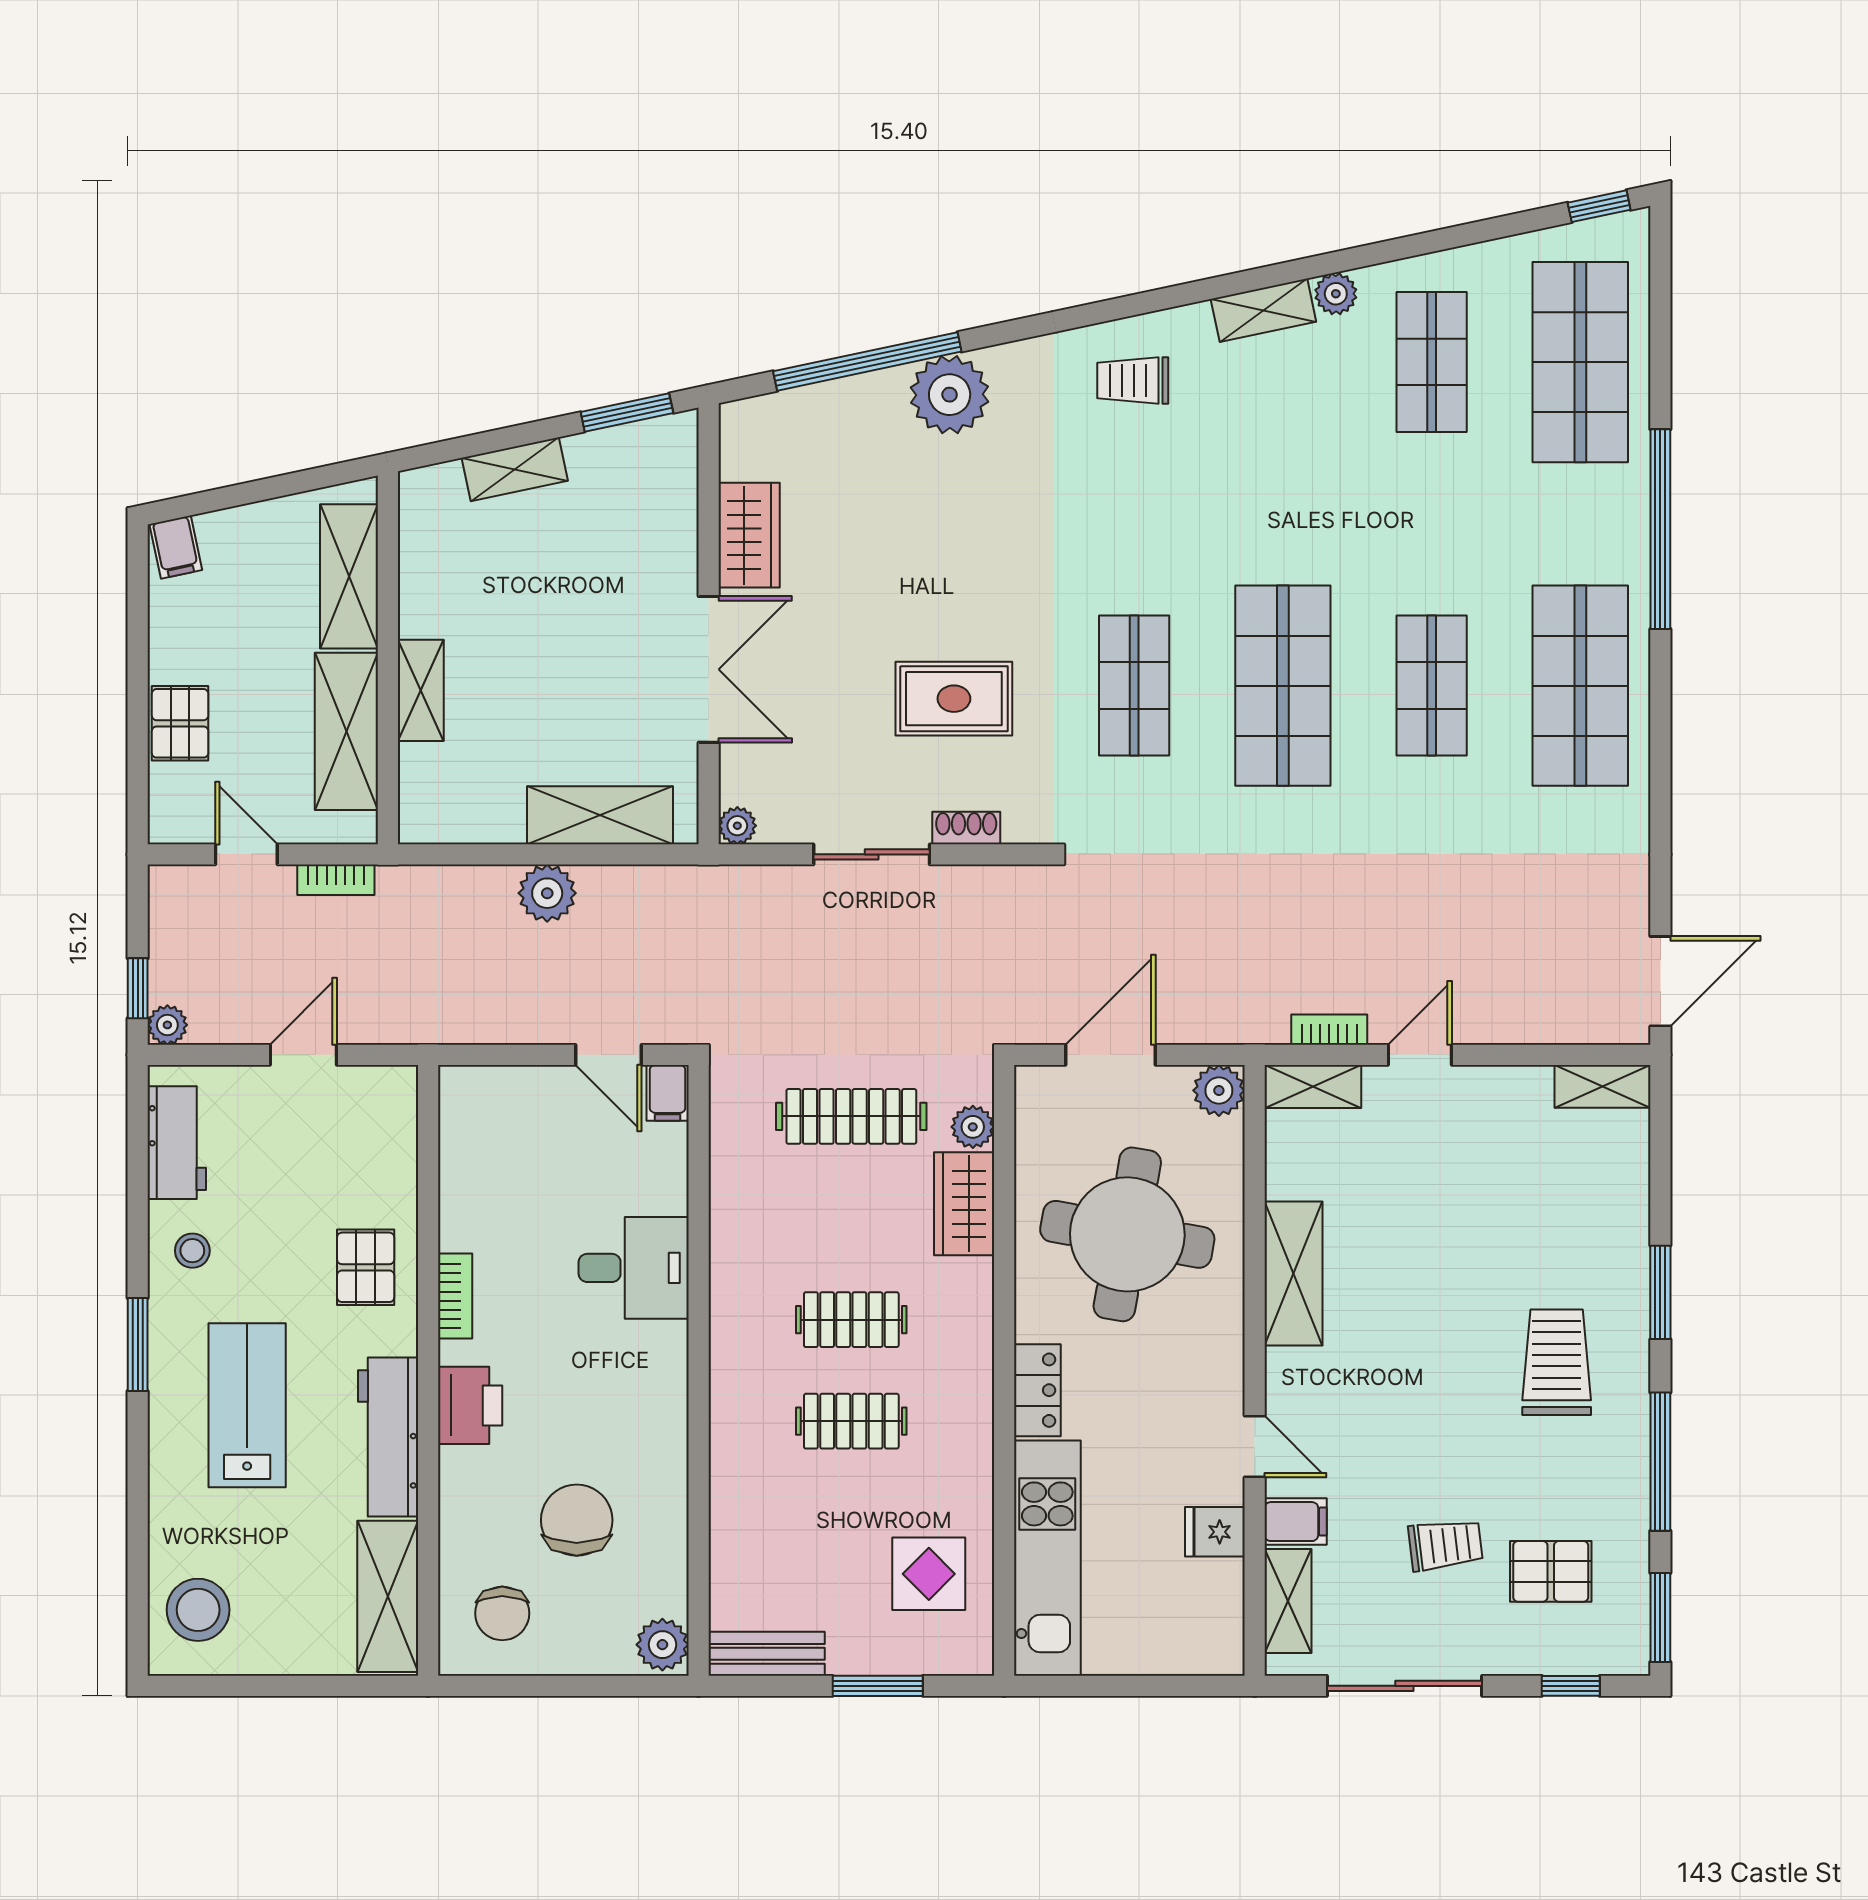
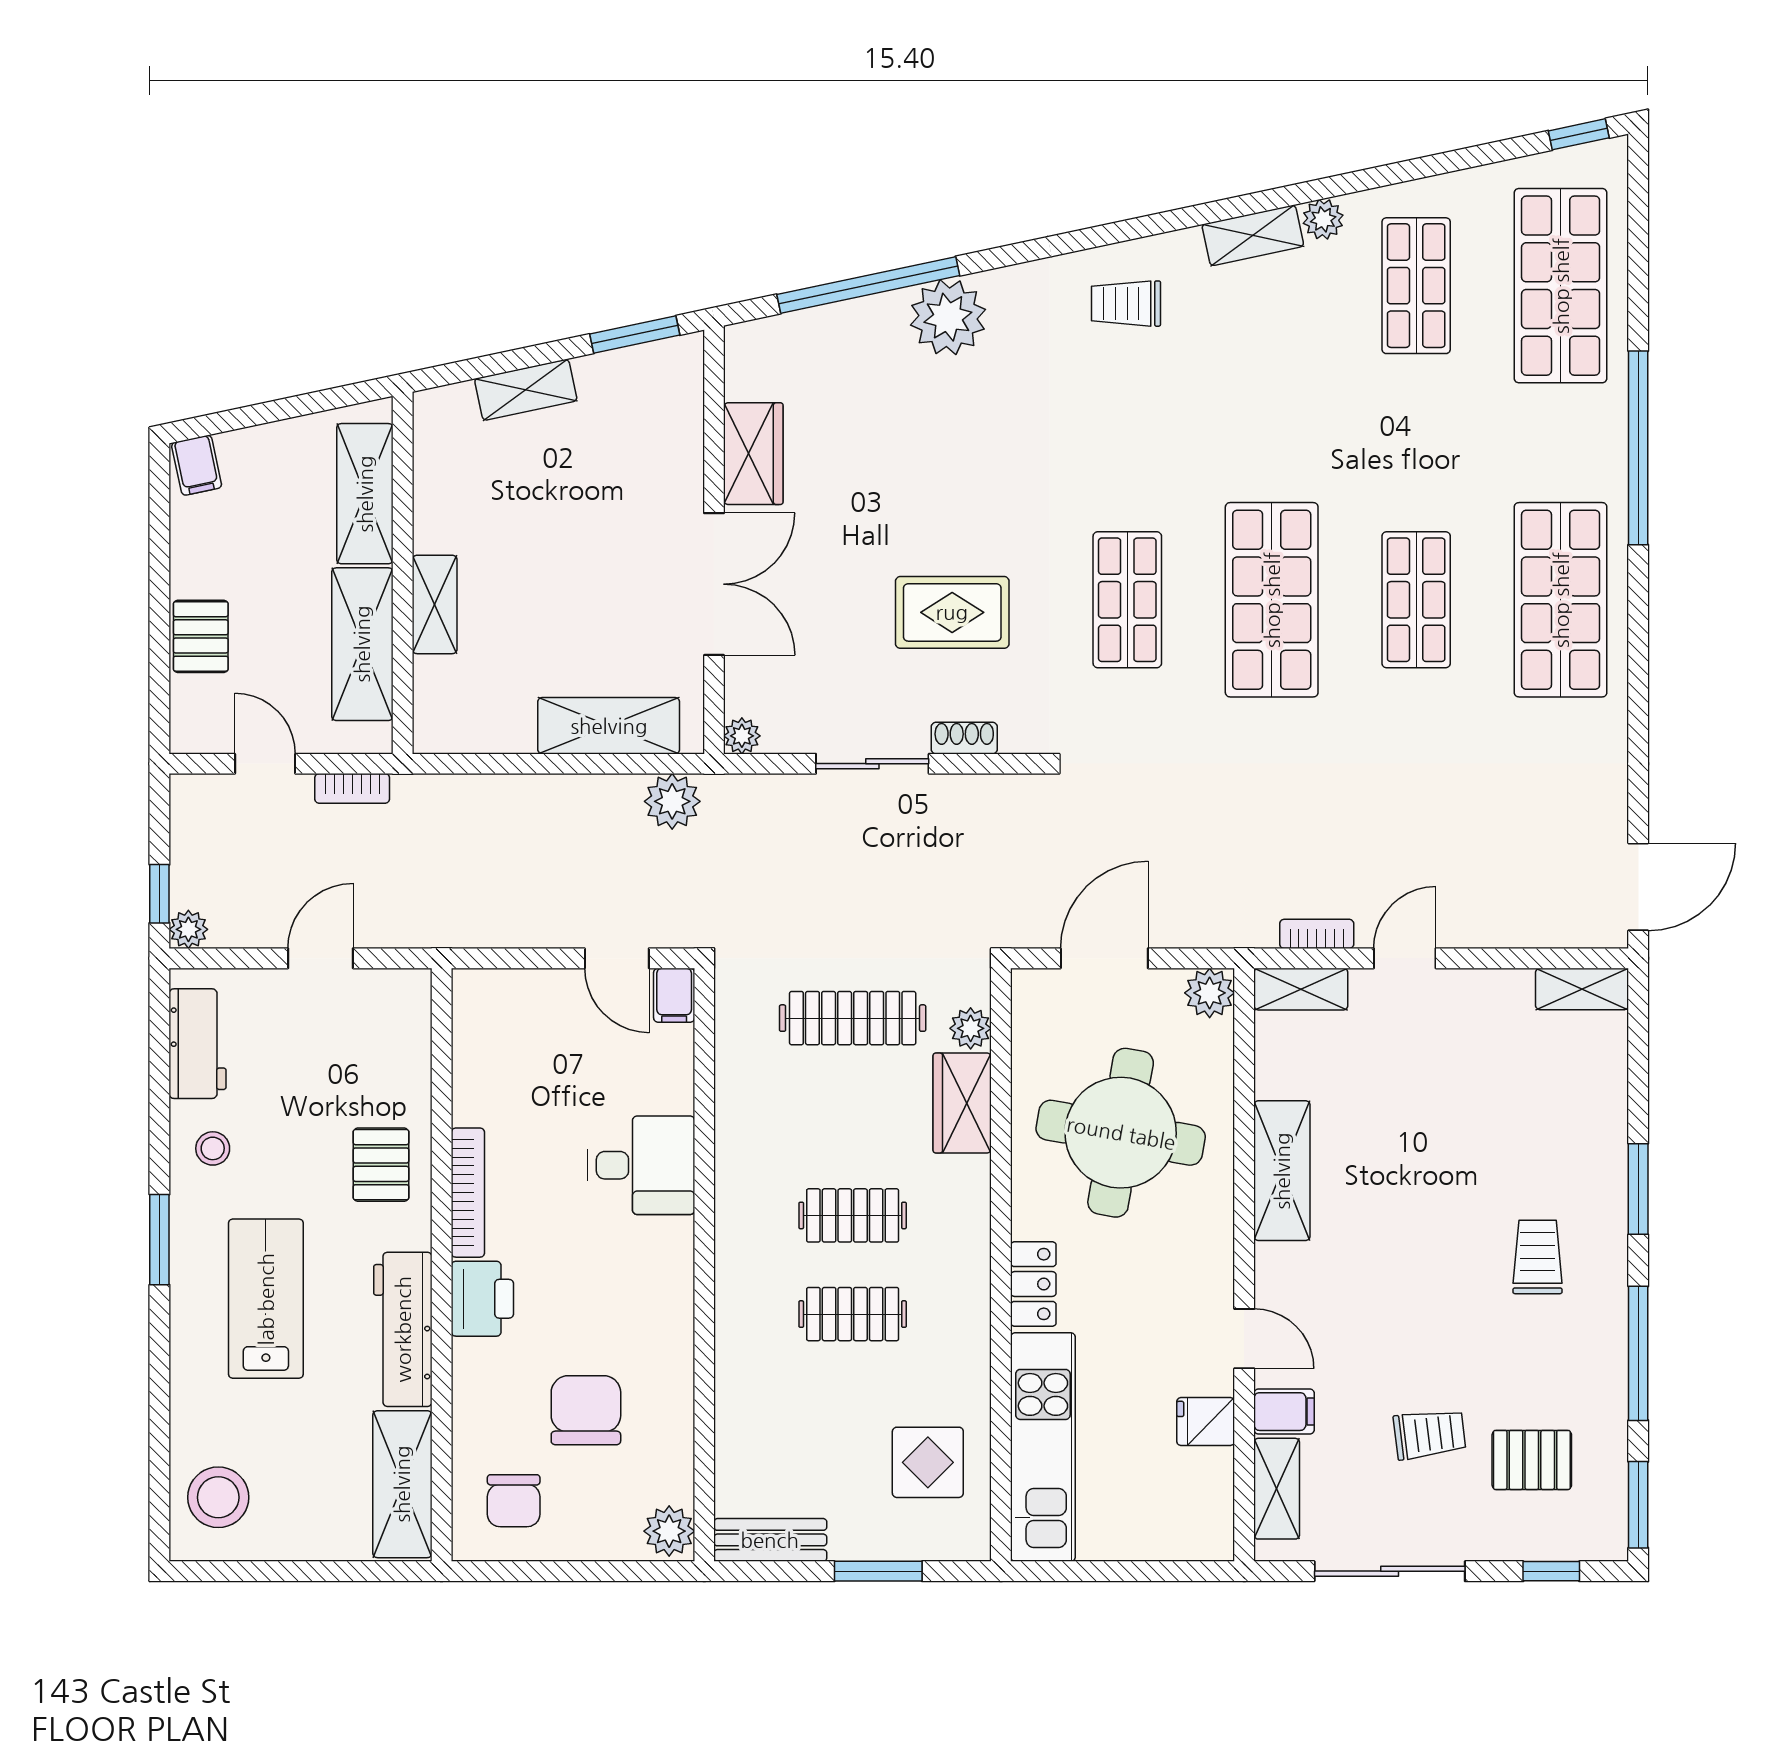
plant: (547, 893) -> (672, 801), moved
bookcase: (455, 1296) -> (468, 1193), width x1.56
trolley: (1557, 1362) -> (1538, 1257), width x0.73, depth x0.72

